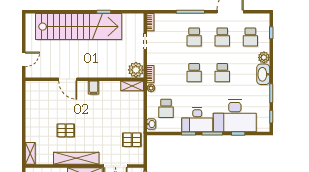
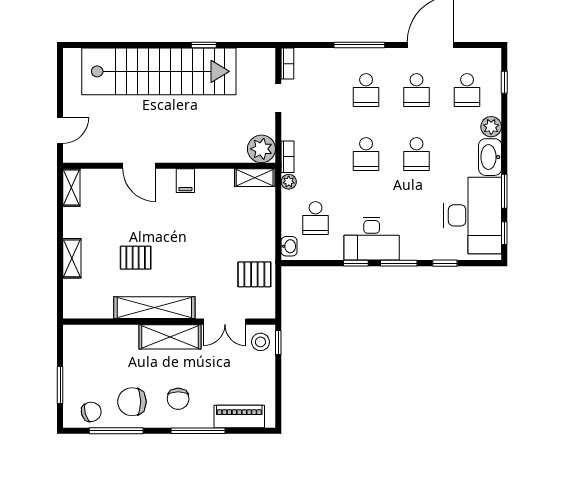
shelving: (30, 91) -> (71, 187), added
desk: (235, 116) -> (473, 215), moved, turned -90
shelving: (30, 153) -> (72, 258), moved

